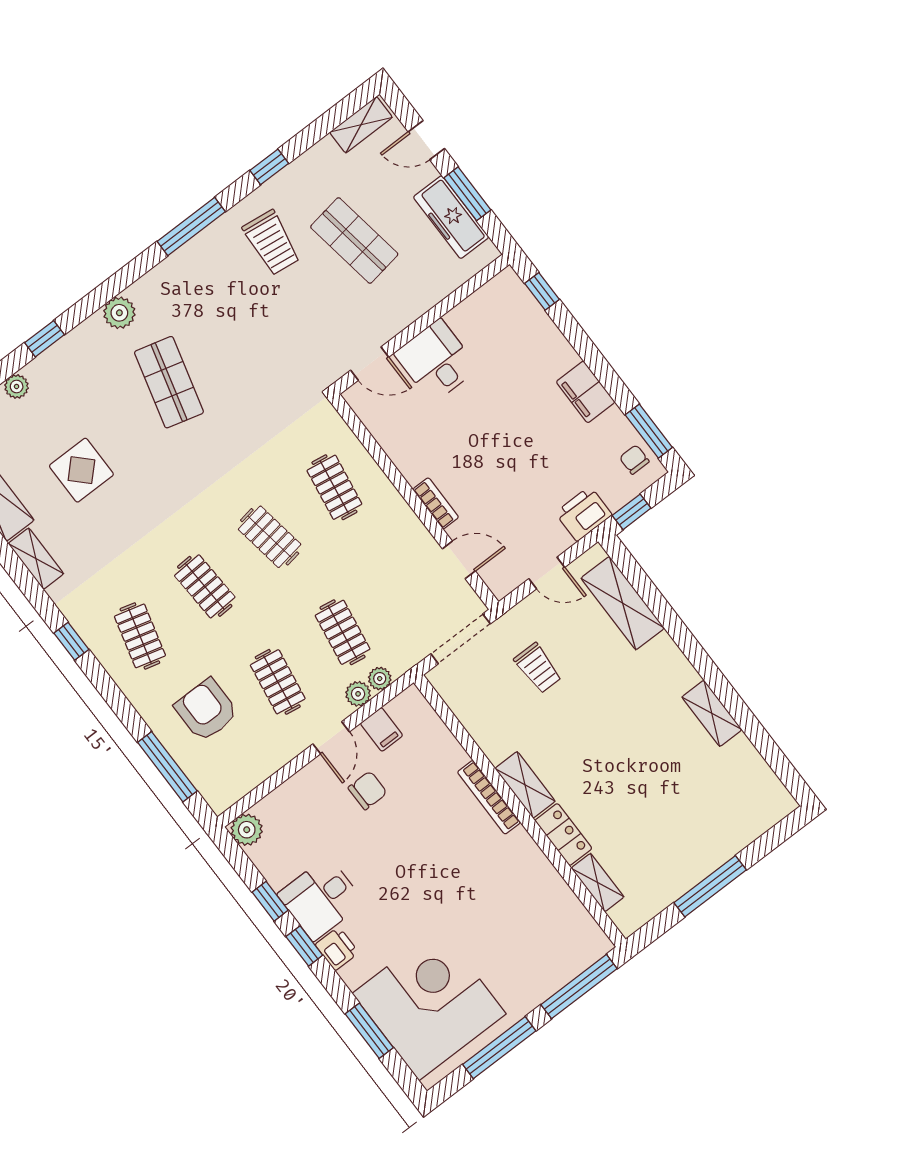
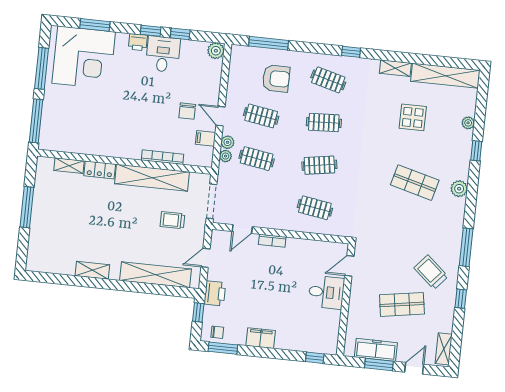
trolley: (272, 243) -> (431, 272), turned 34
shelving: (623, 603) -> (156, 275), width x1.47
shelving: (525, 785) -> (152, 178), width x2.20, depth x1.33
bookcase: (489, 797) -> (162, 157), moved

